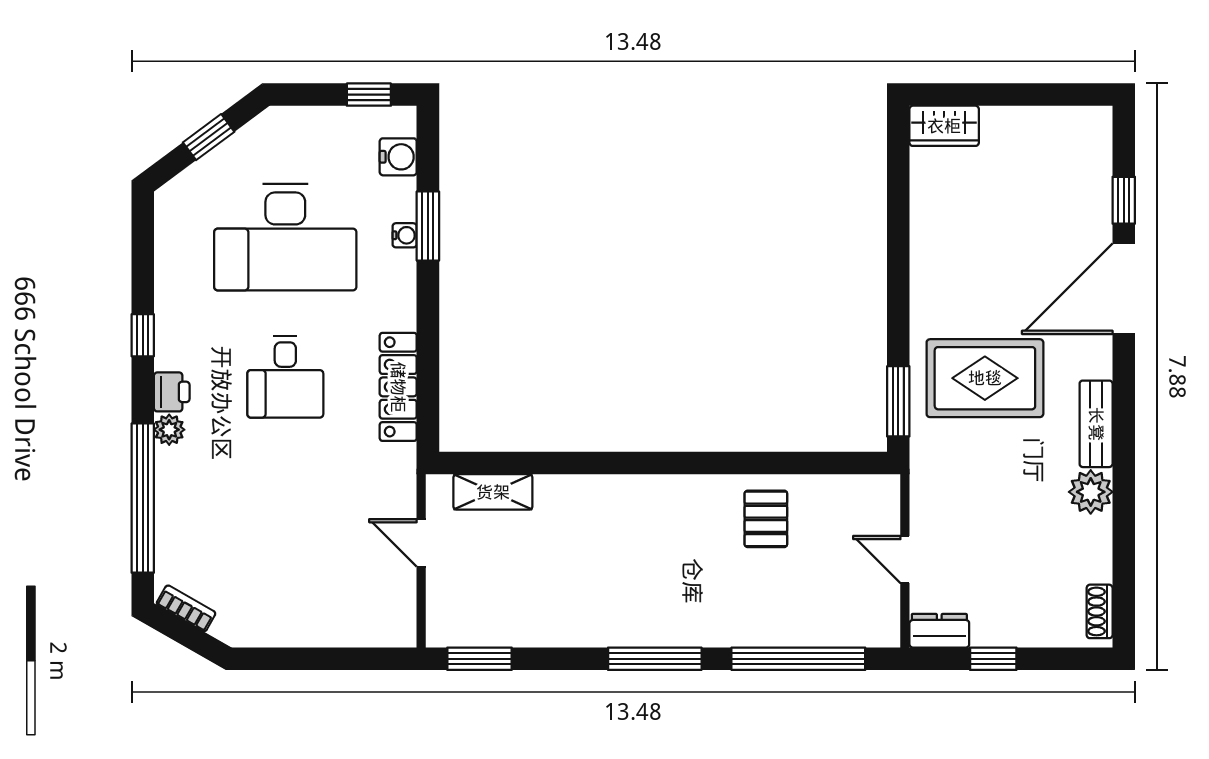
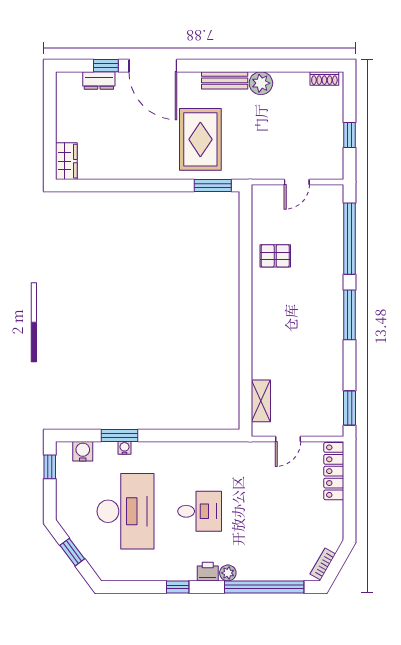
locker: (398, 387) -> (334, 471), moved, turned 90
dresser: (939, 631) -> (99, 81), moved, turned -90

